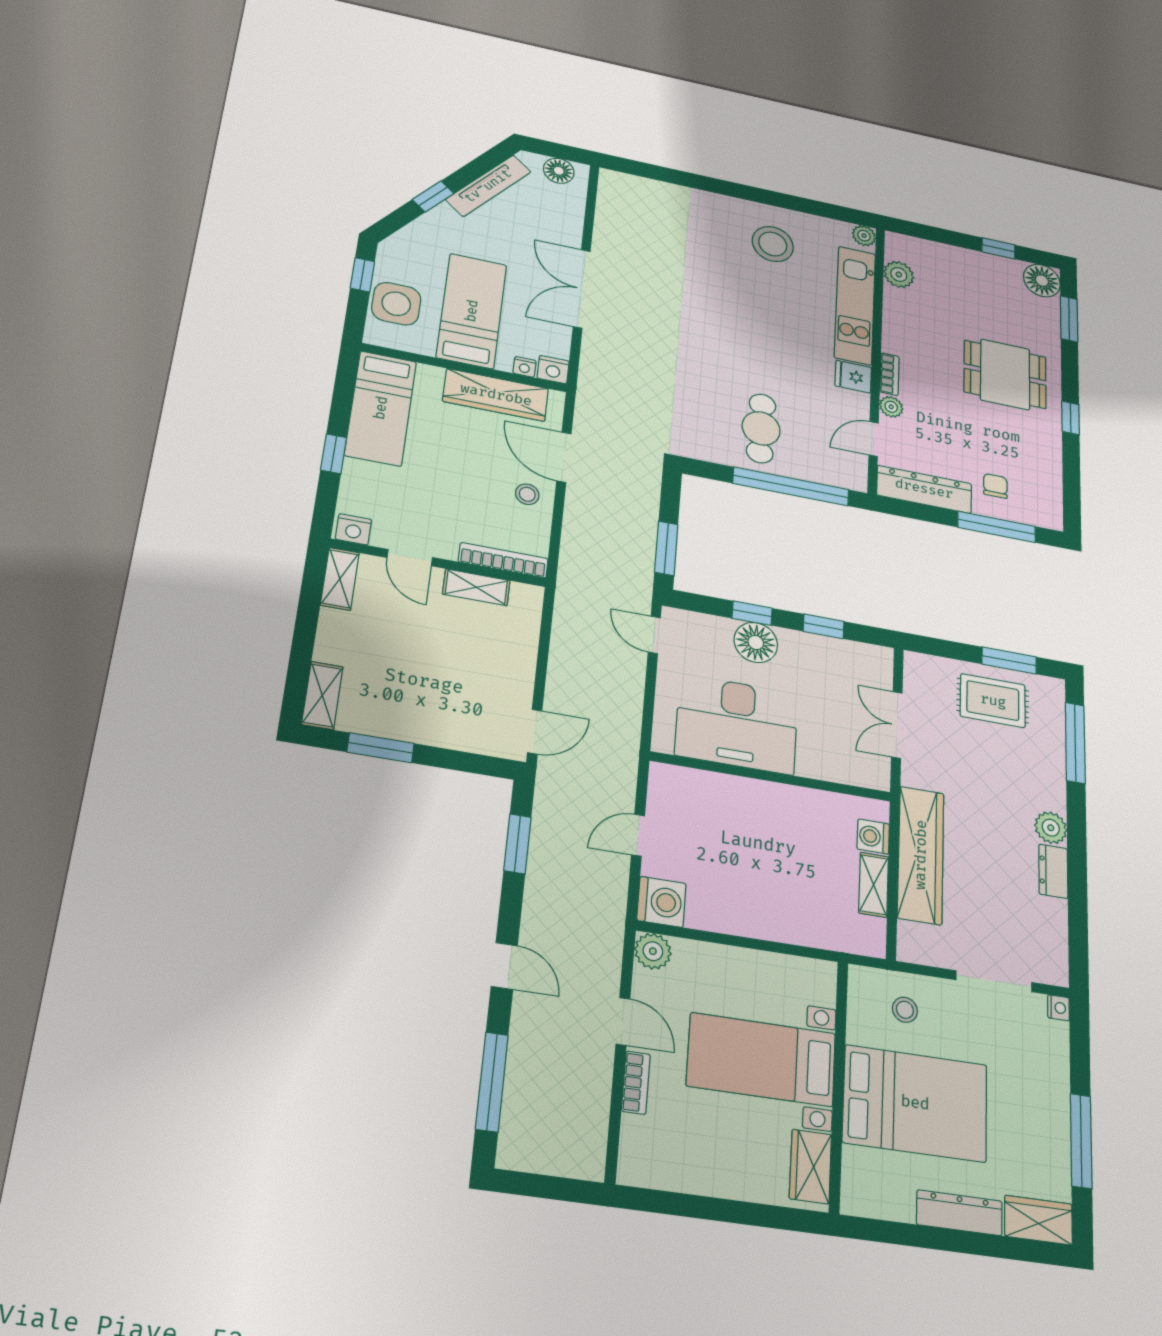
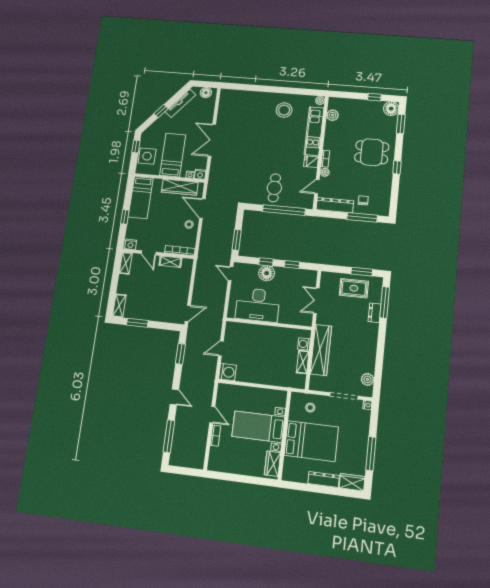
plant: (1051, 828) -> (367, 379), moved
dresser: (1053, 871) -> (375, 313), moved
plant: (653, 951) -> (224, 390), removed

